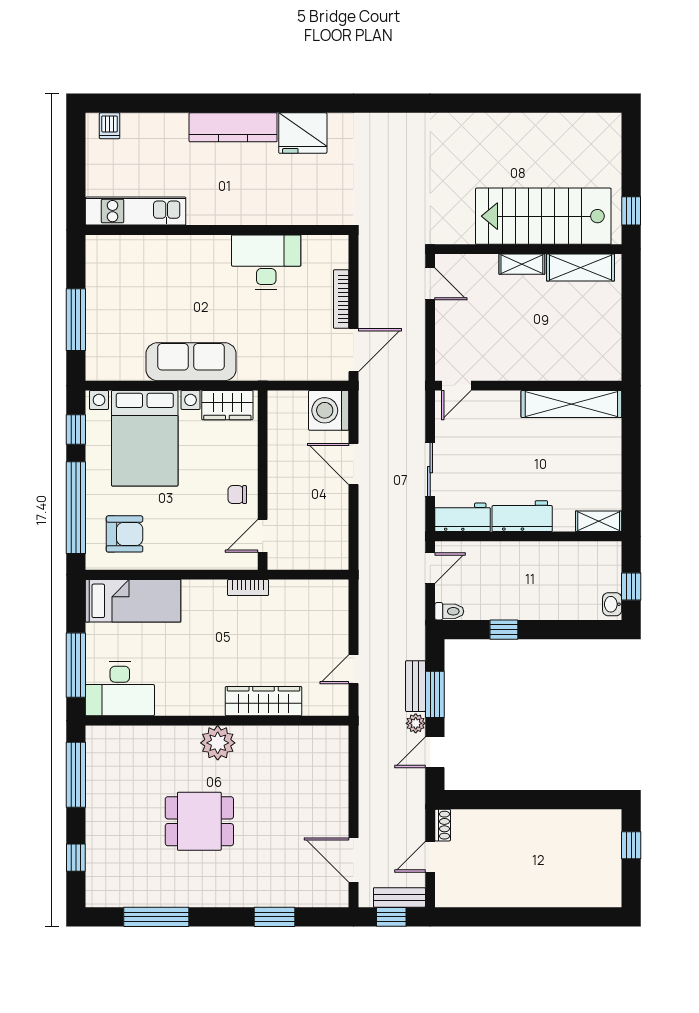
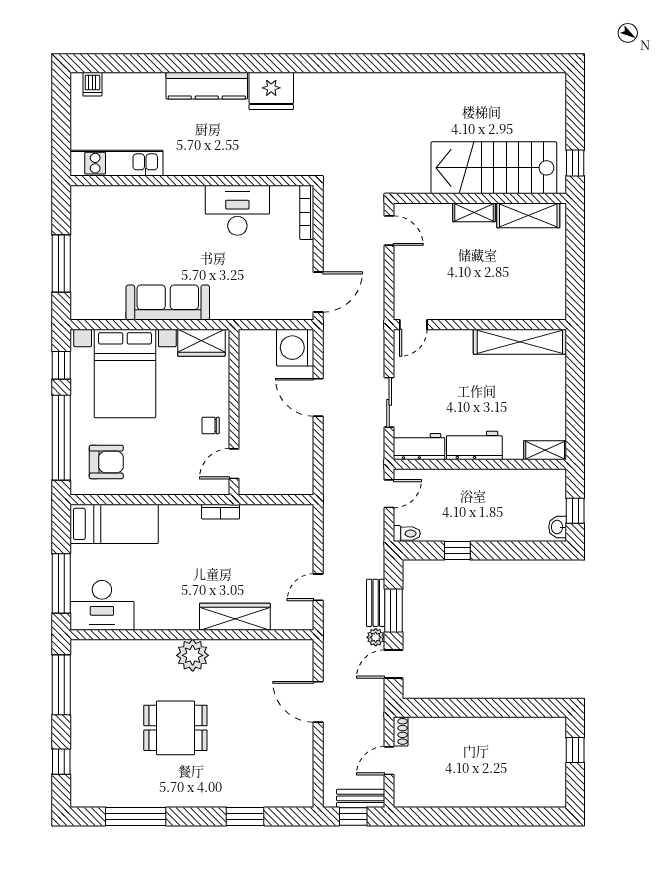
bookcase: (341, 299) -> (307, 212), moved
door: (353, 860) -> (318, 702), moved

